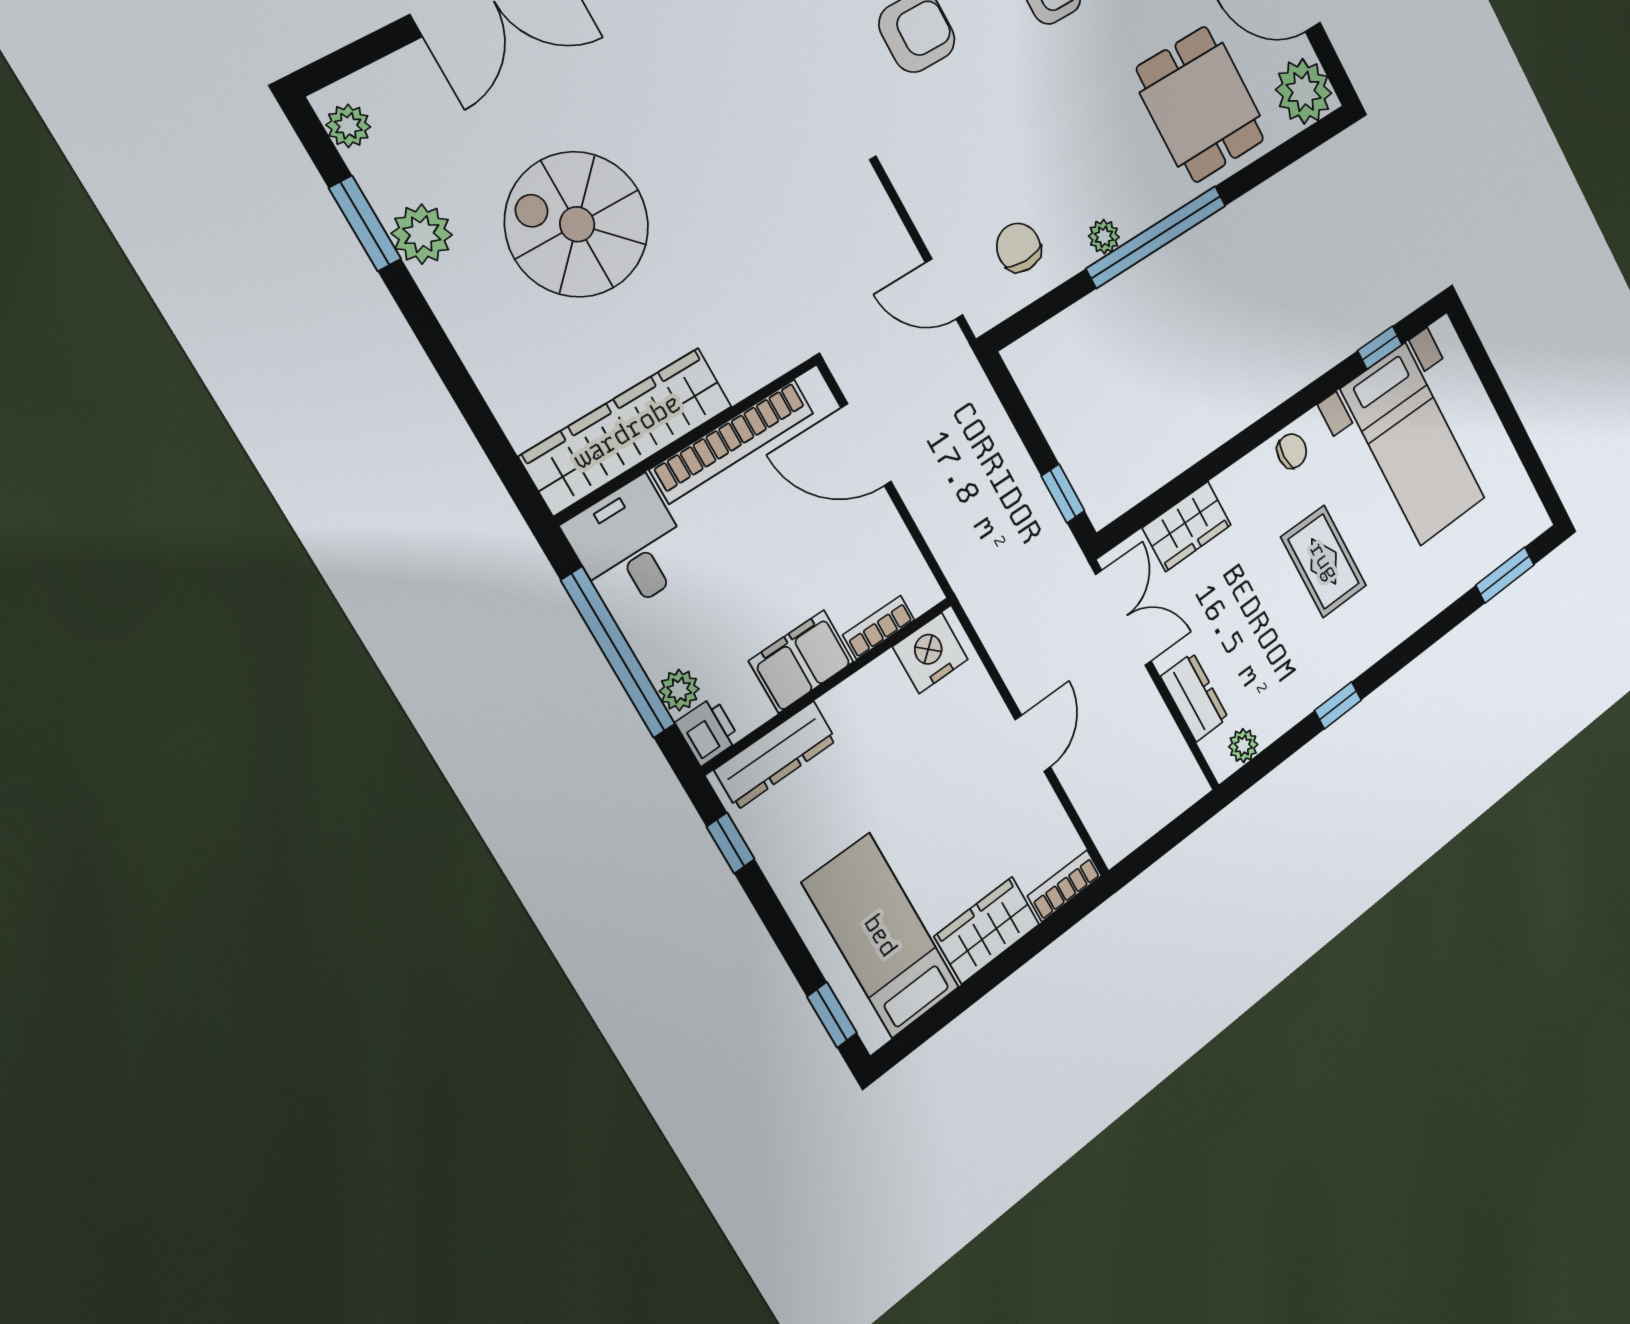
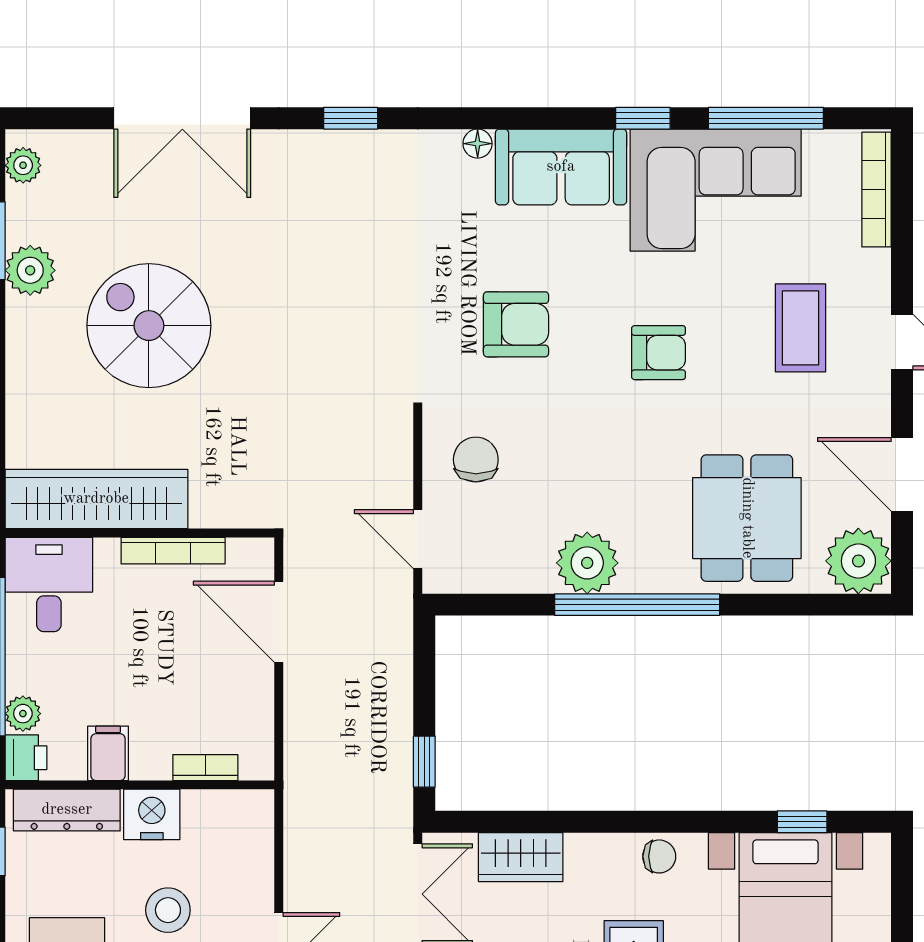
plant: (1104, 237) -> (587, 563), width x1.87, depth x1.87
chair: (1019, 247) -> (476, 460), moved
bookcase: (732, 441) -> (173, 551), width x0.68, depth x0.76
nightstand: (930, 653) -> (152, 814), moved
filing cabinet: (801, 661) -> (108, 753), width x0.50
stool: (922, 784) -> (168, 910), added

